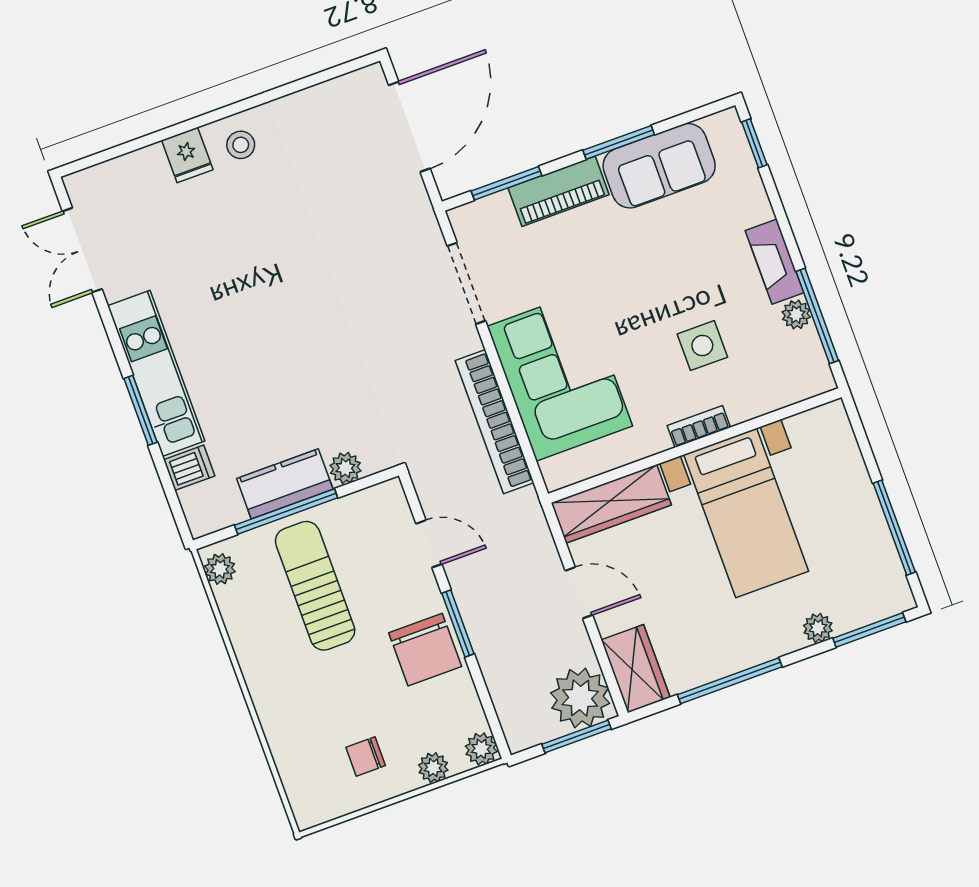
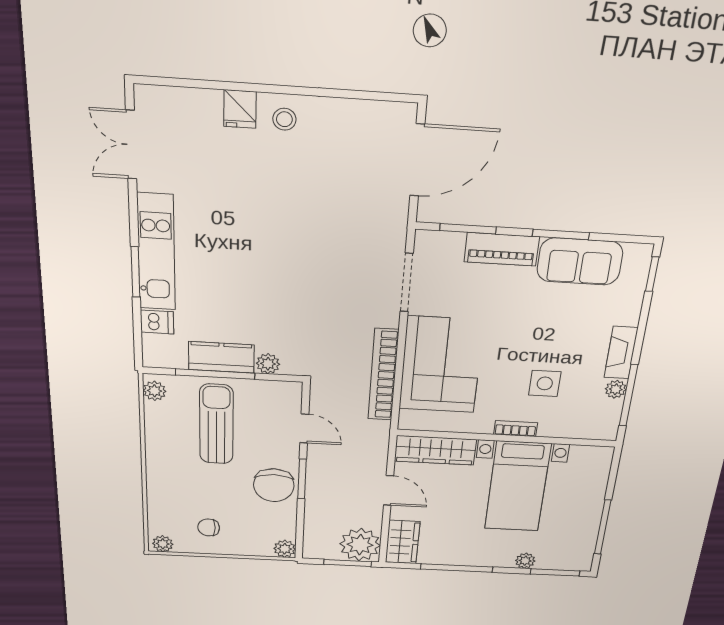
plant: (433, 768) -> (163, 544), moved

